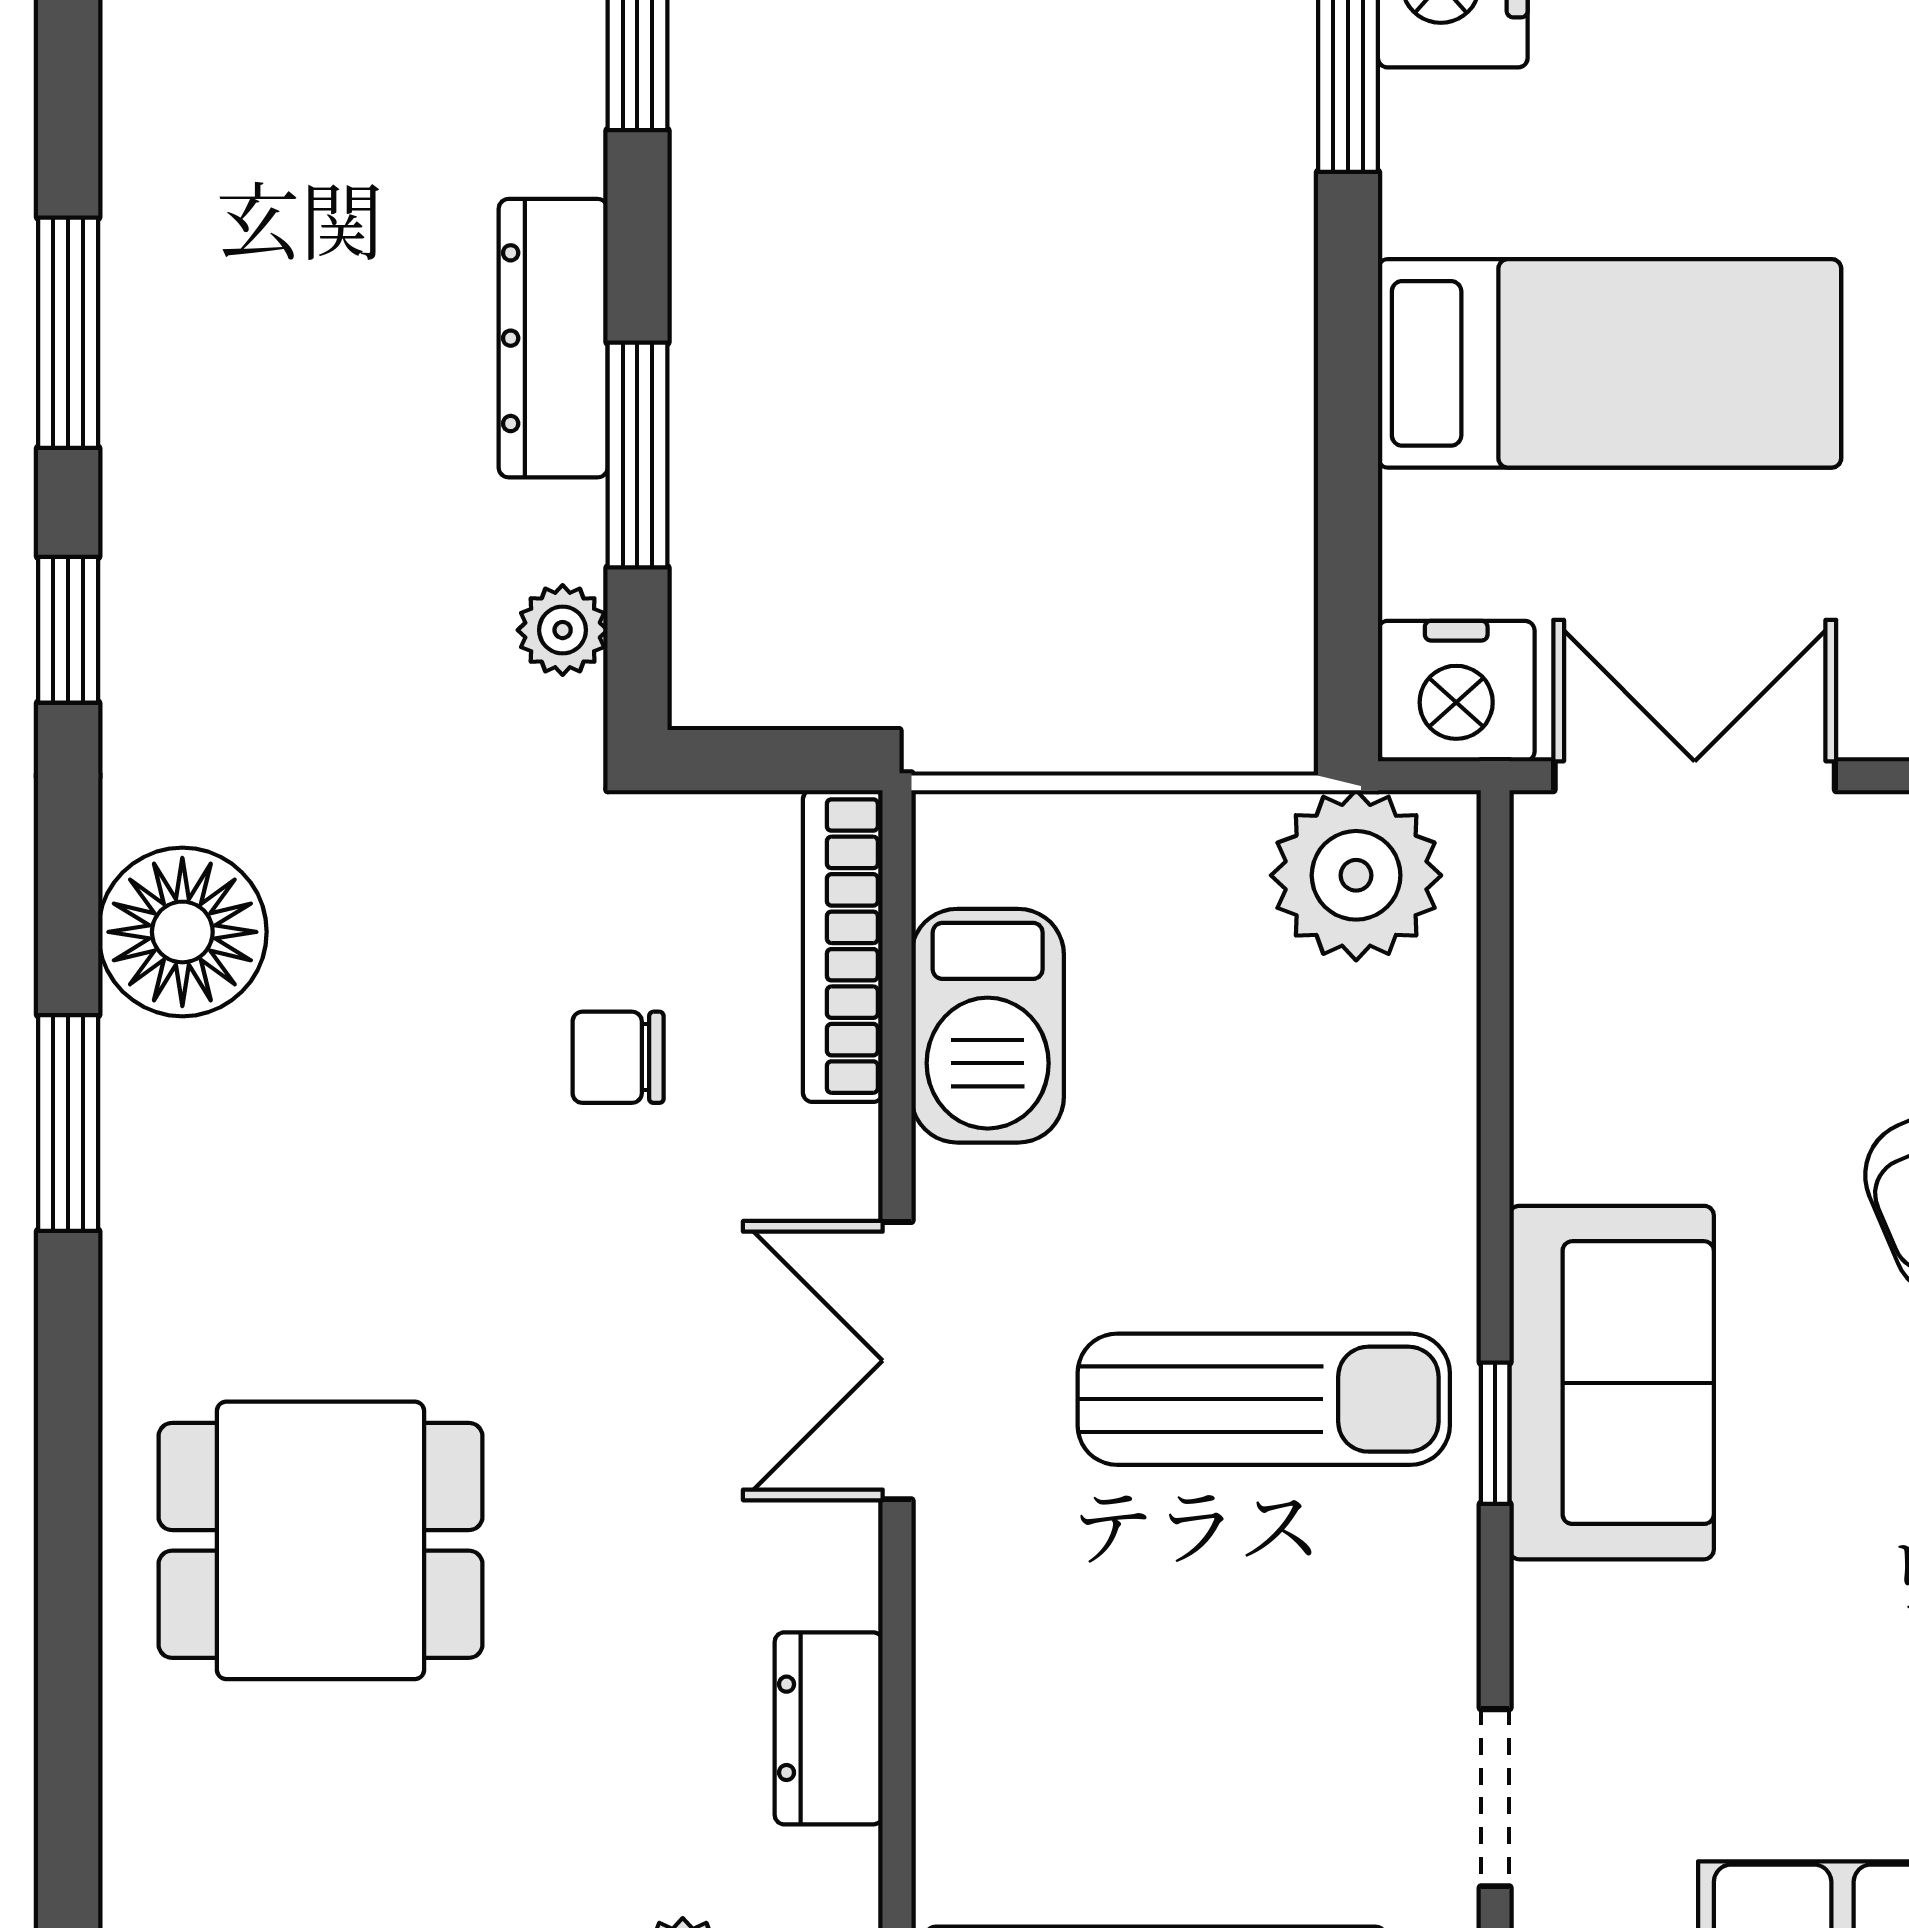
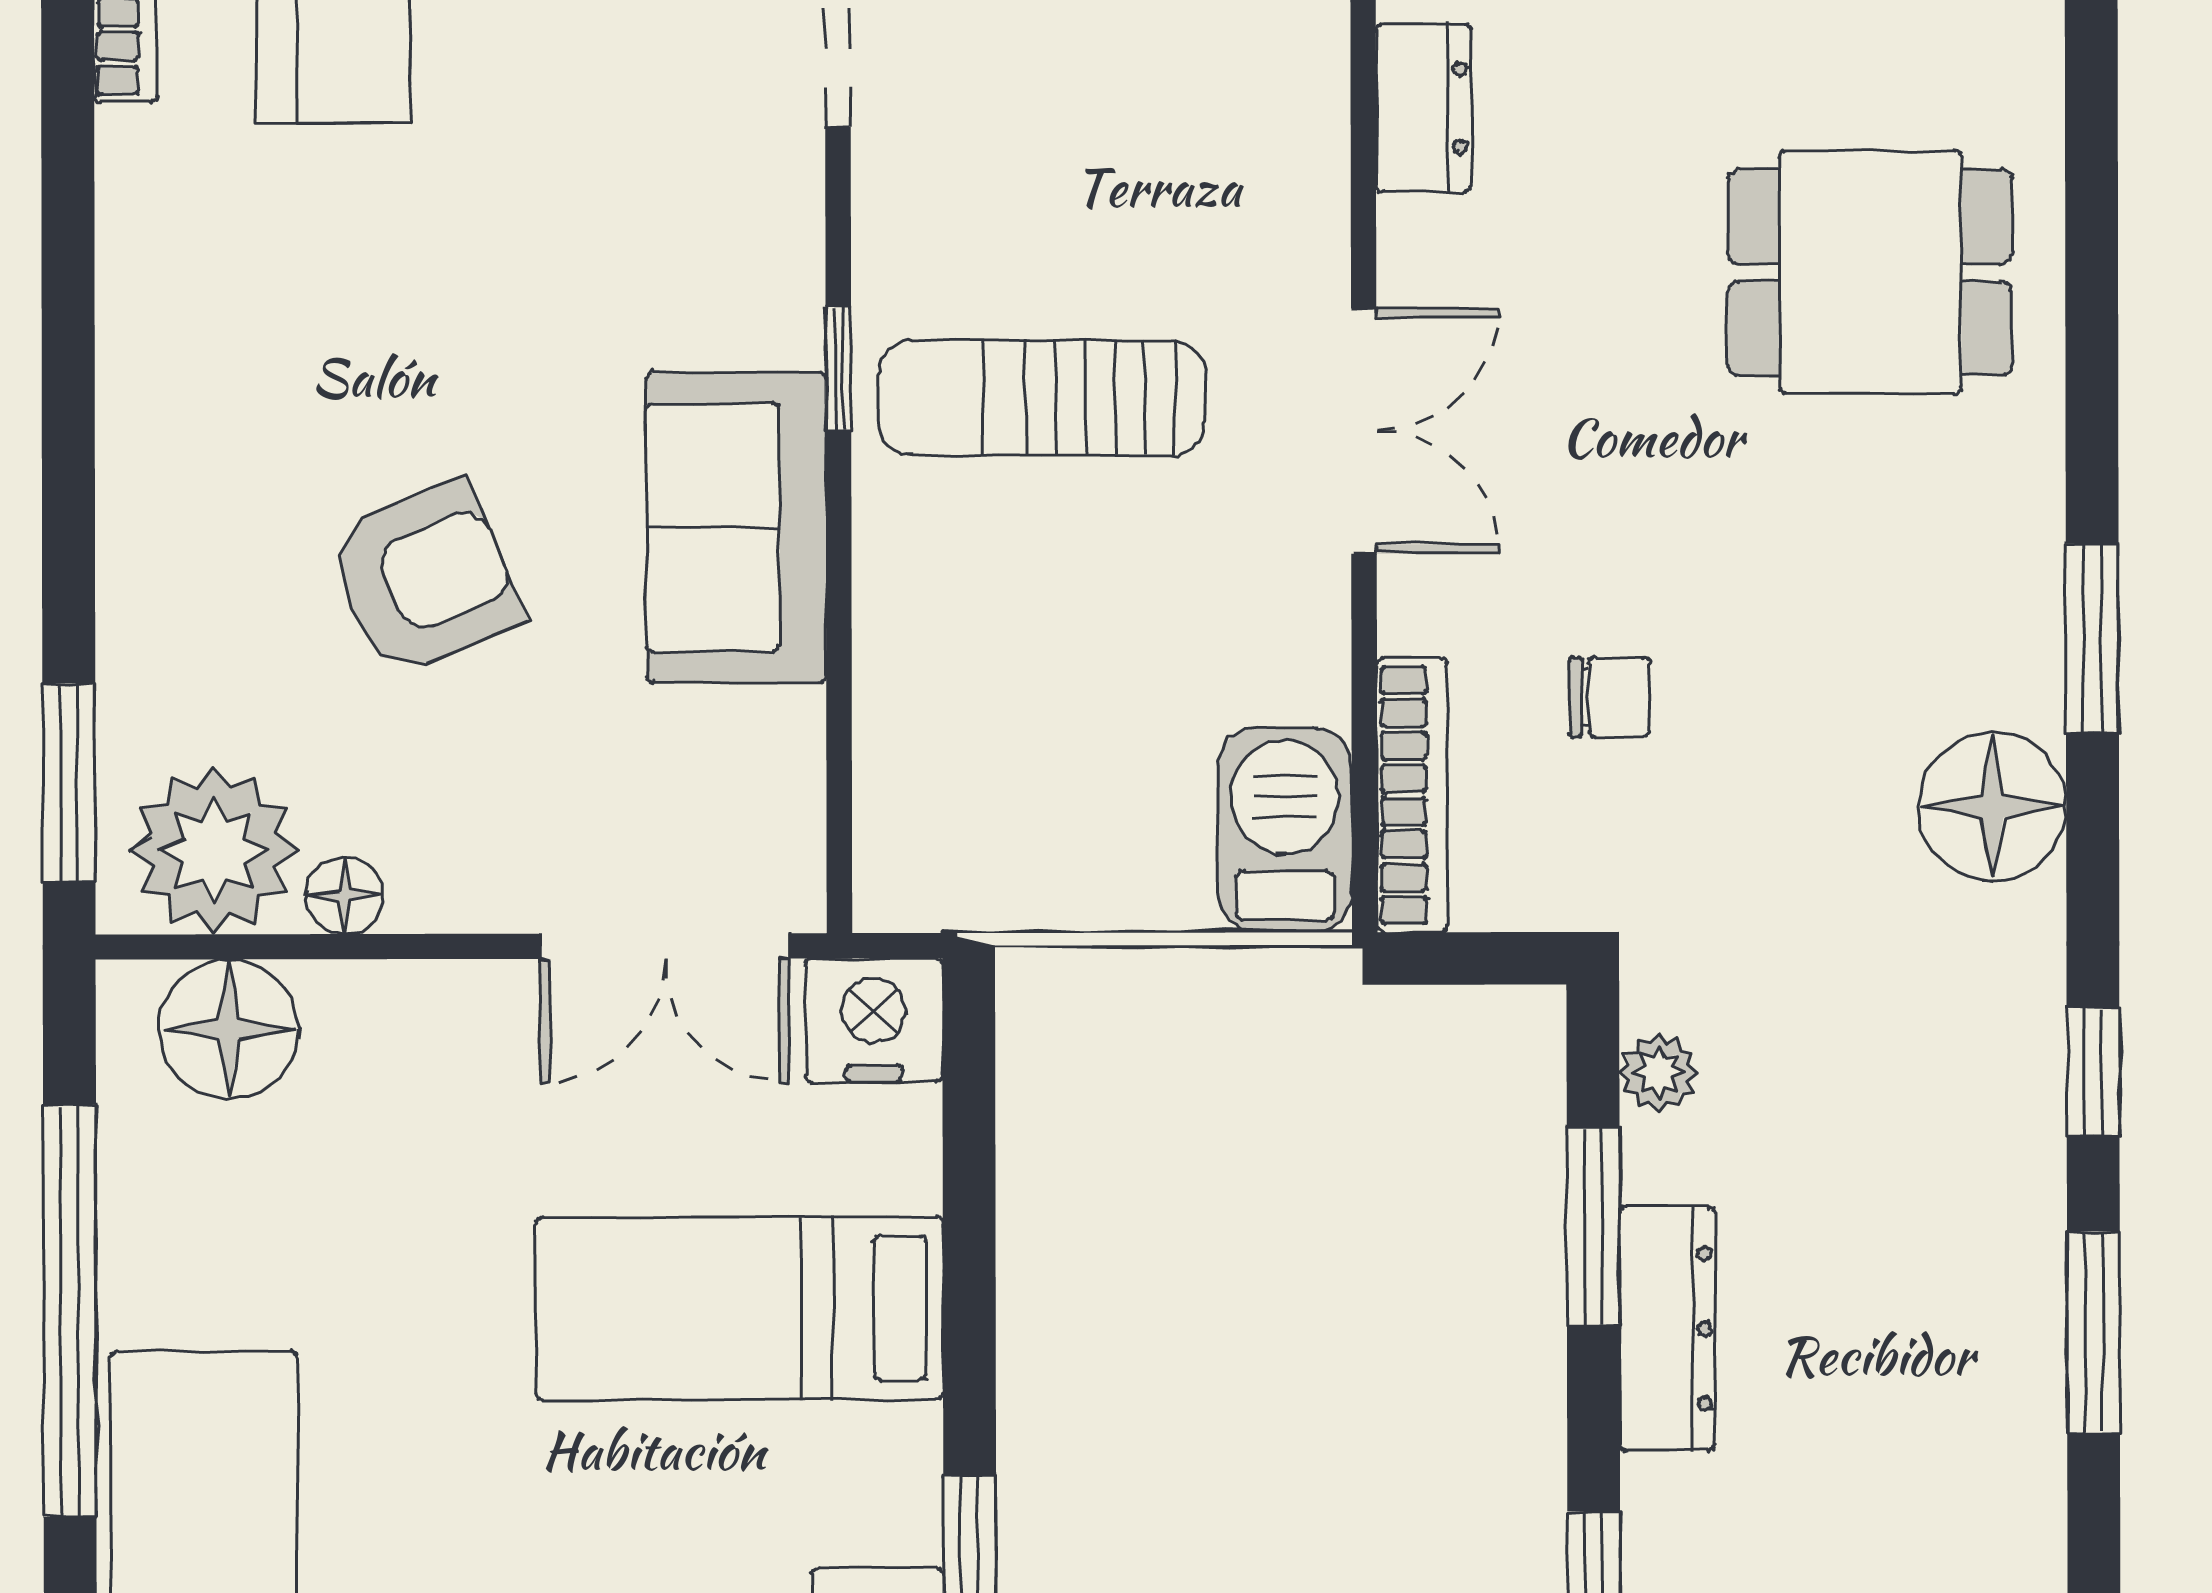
plant: (1356, 875) -> (961, 858), removed
barbecue: (988, 1026) -> (1285, 830), moved
sofa: (1612, 1383) -> (736, 528), moved

